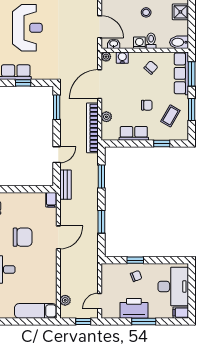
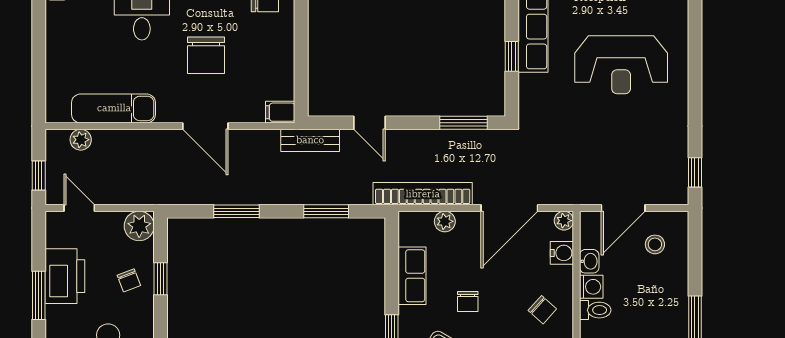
stool: (146, 12) -> (655, 244), moved
washbasin: (114, 44) -> (589, 261), moved
door: (100, 84) -> (509, 208), swing flipped
plant: (109, 271) -> (139, 226), added
exam couch: (36, 311) -> (114, 108), moved, turned -90

